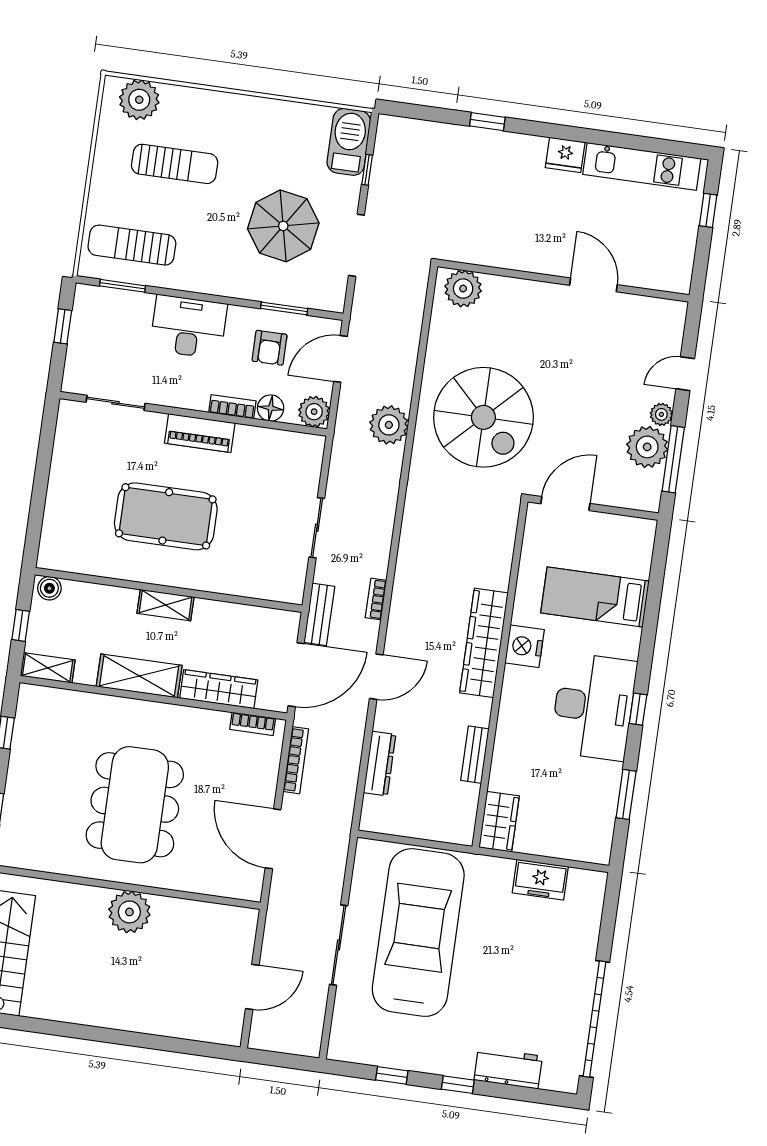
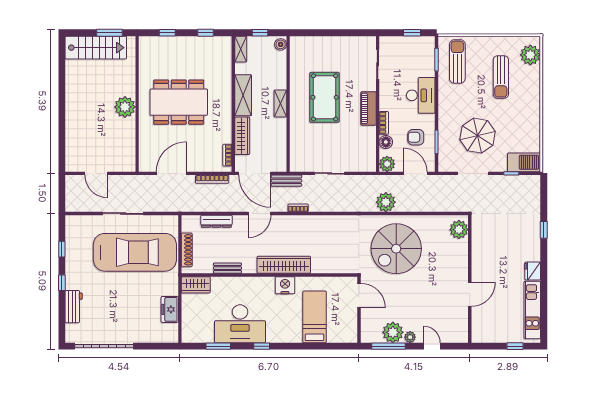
door: (376, 677) -> (259, 213), hinge flipped
desk: (593, 707) -> (240, 324), moved
shoe rack: (428, 830) -> (187, 250), added

